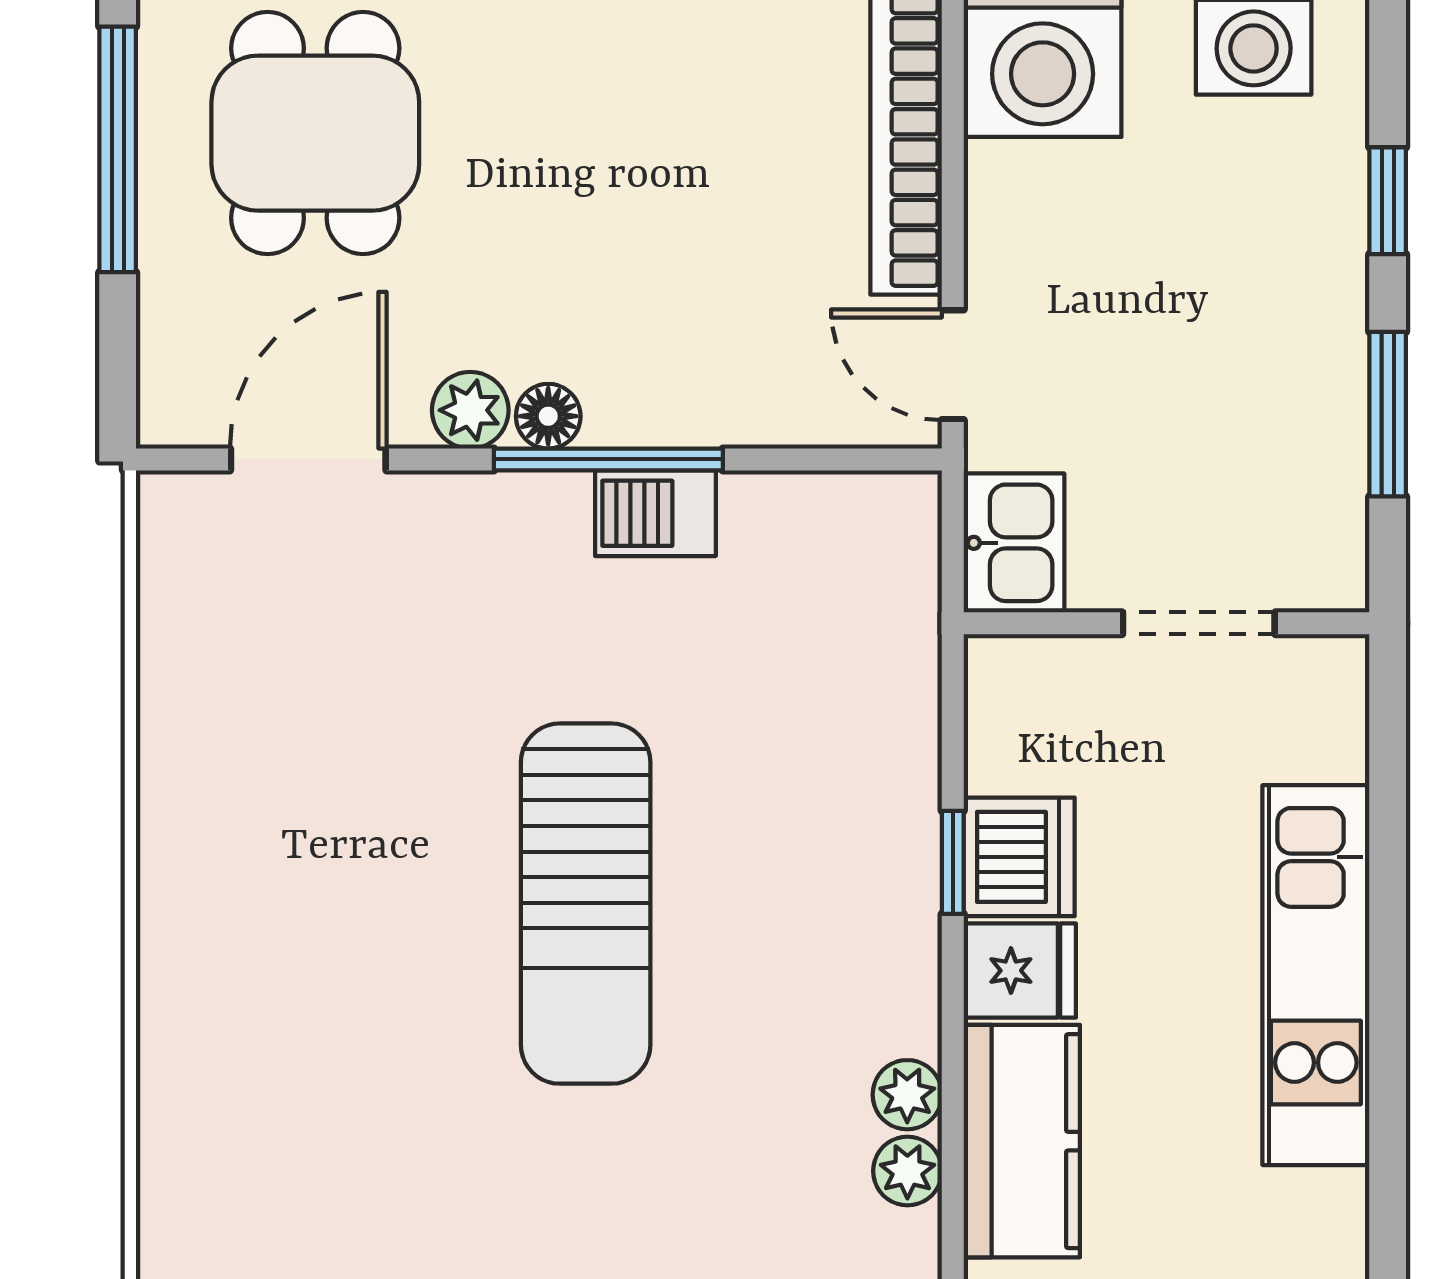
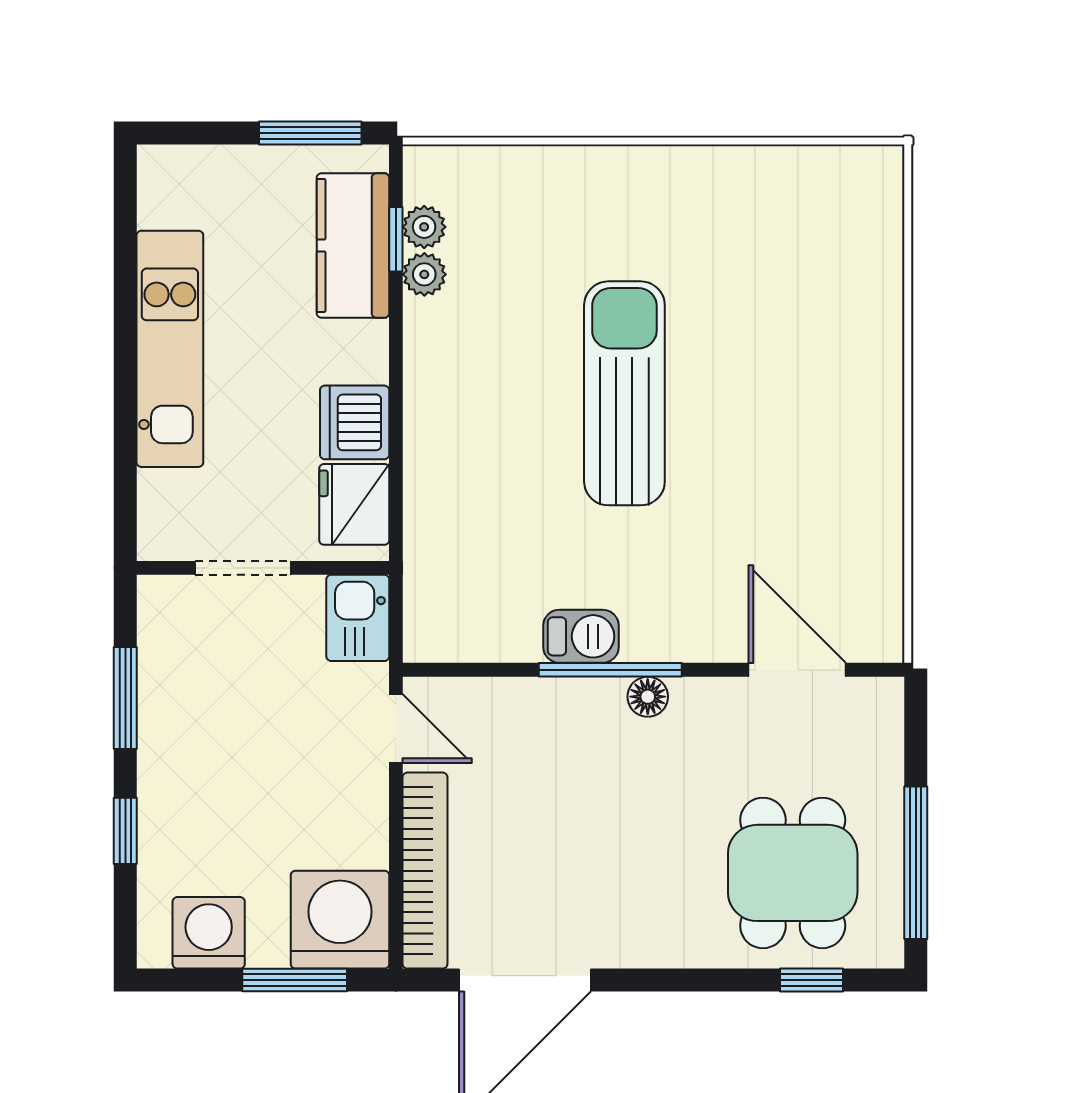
plant: (470, 410) -> (696, 700), removed
door: (308, 459) -> (797, 670), swing flipped
window: (953, 862) -> (396, 239), moved
fridge: (1020, 971) -> (354, 504), moved, width x1.38

